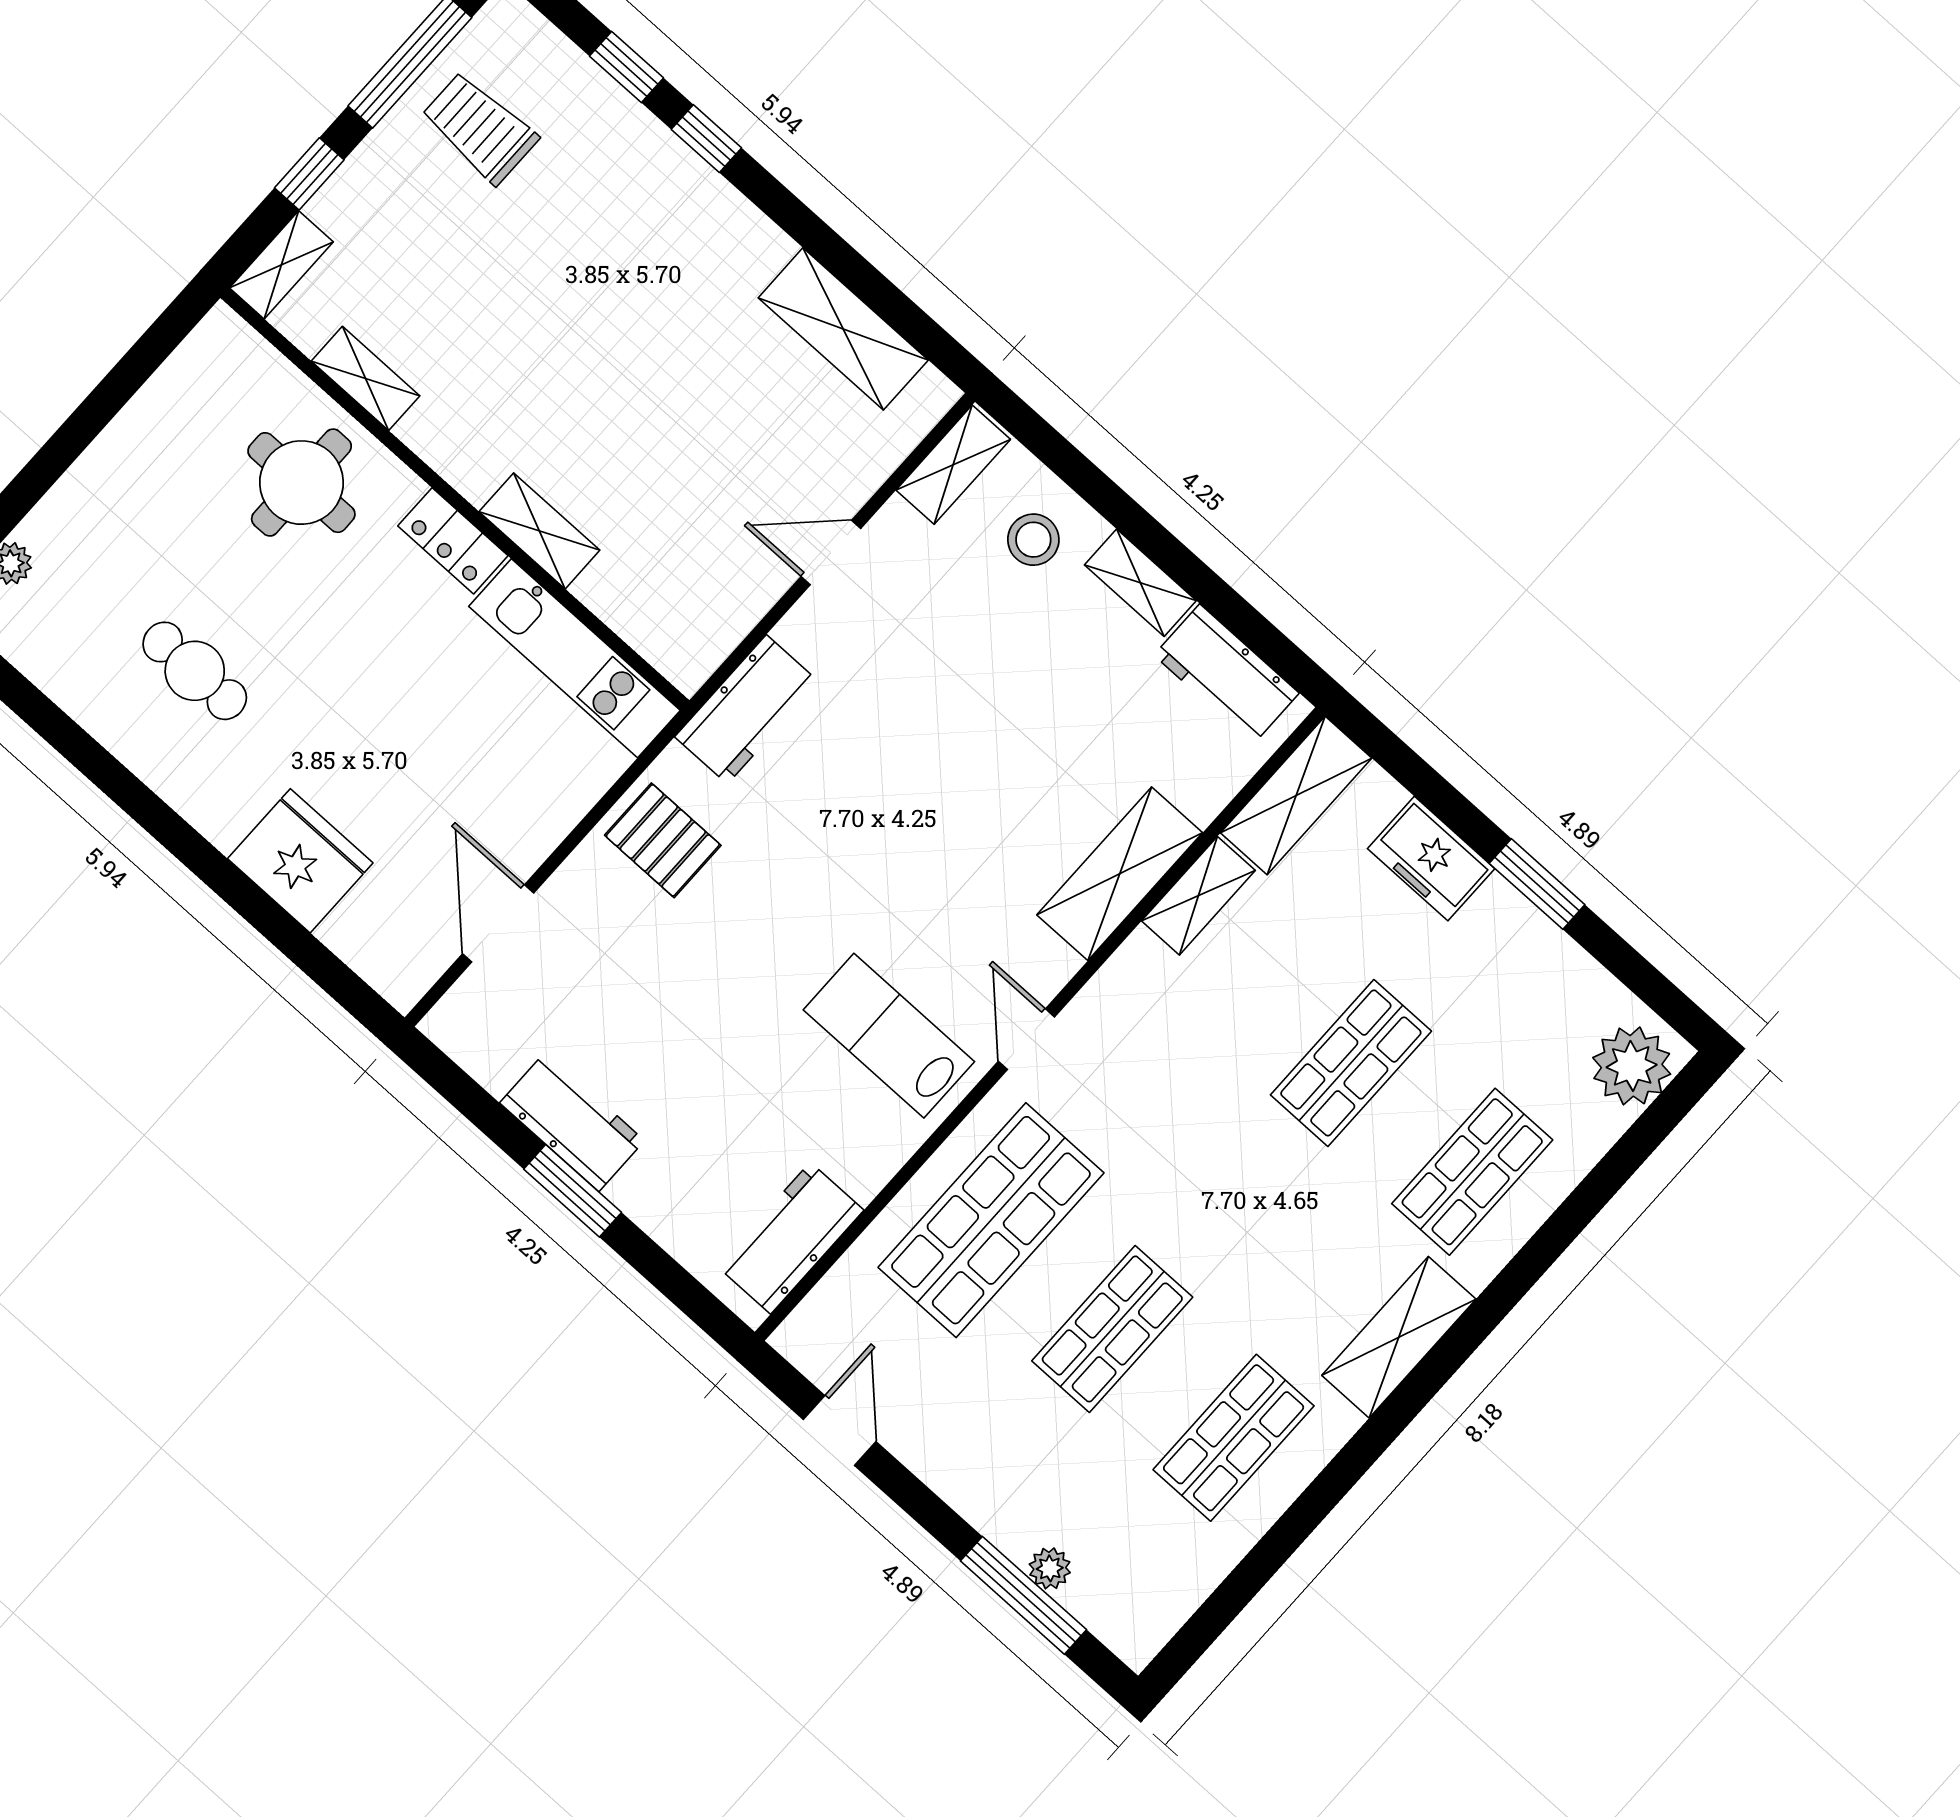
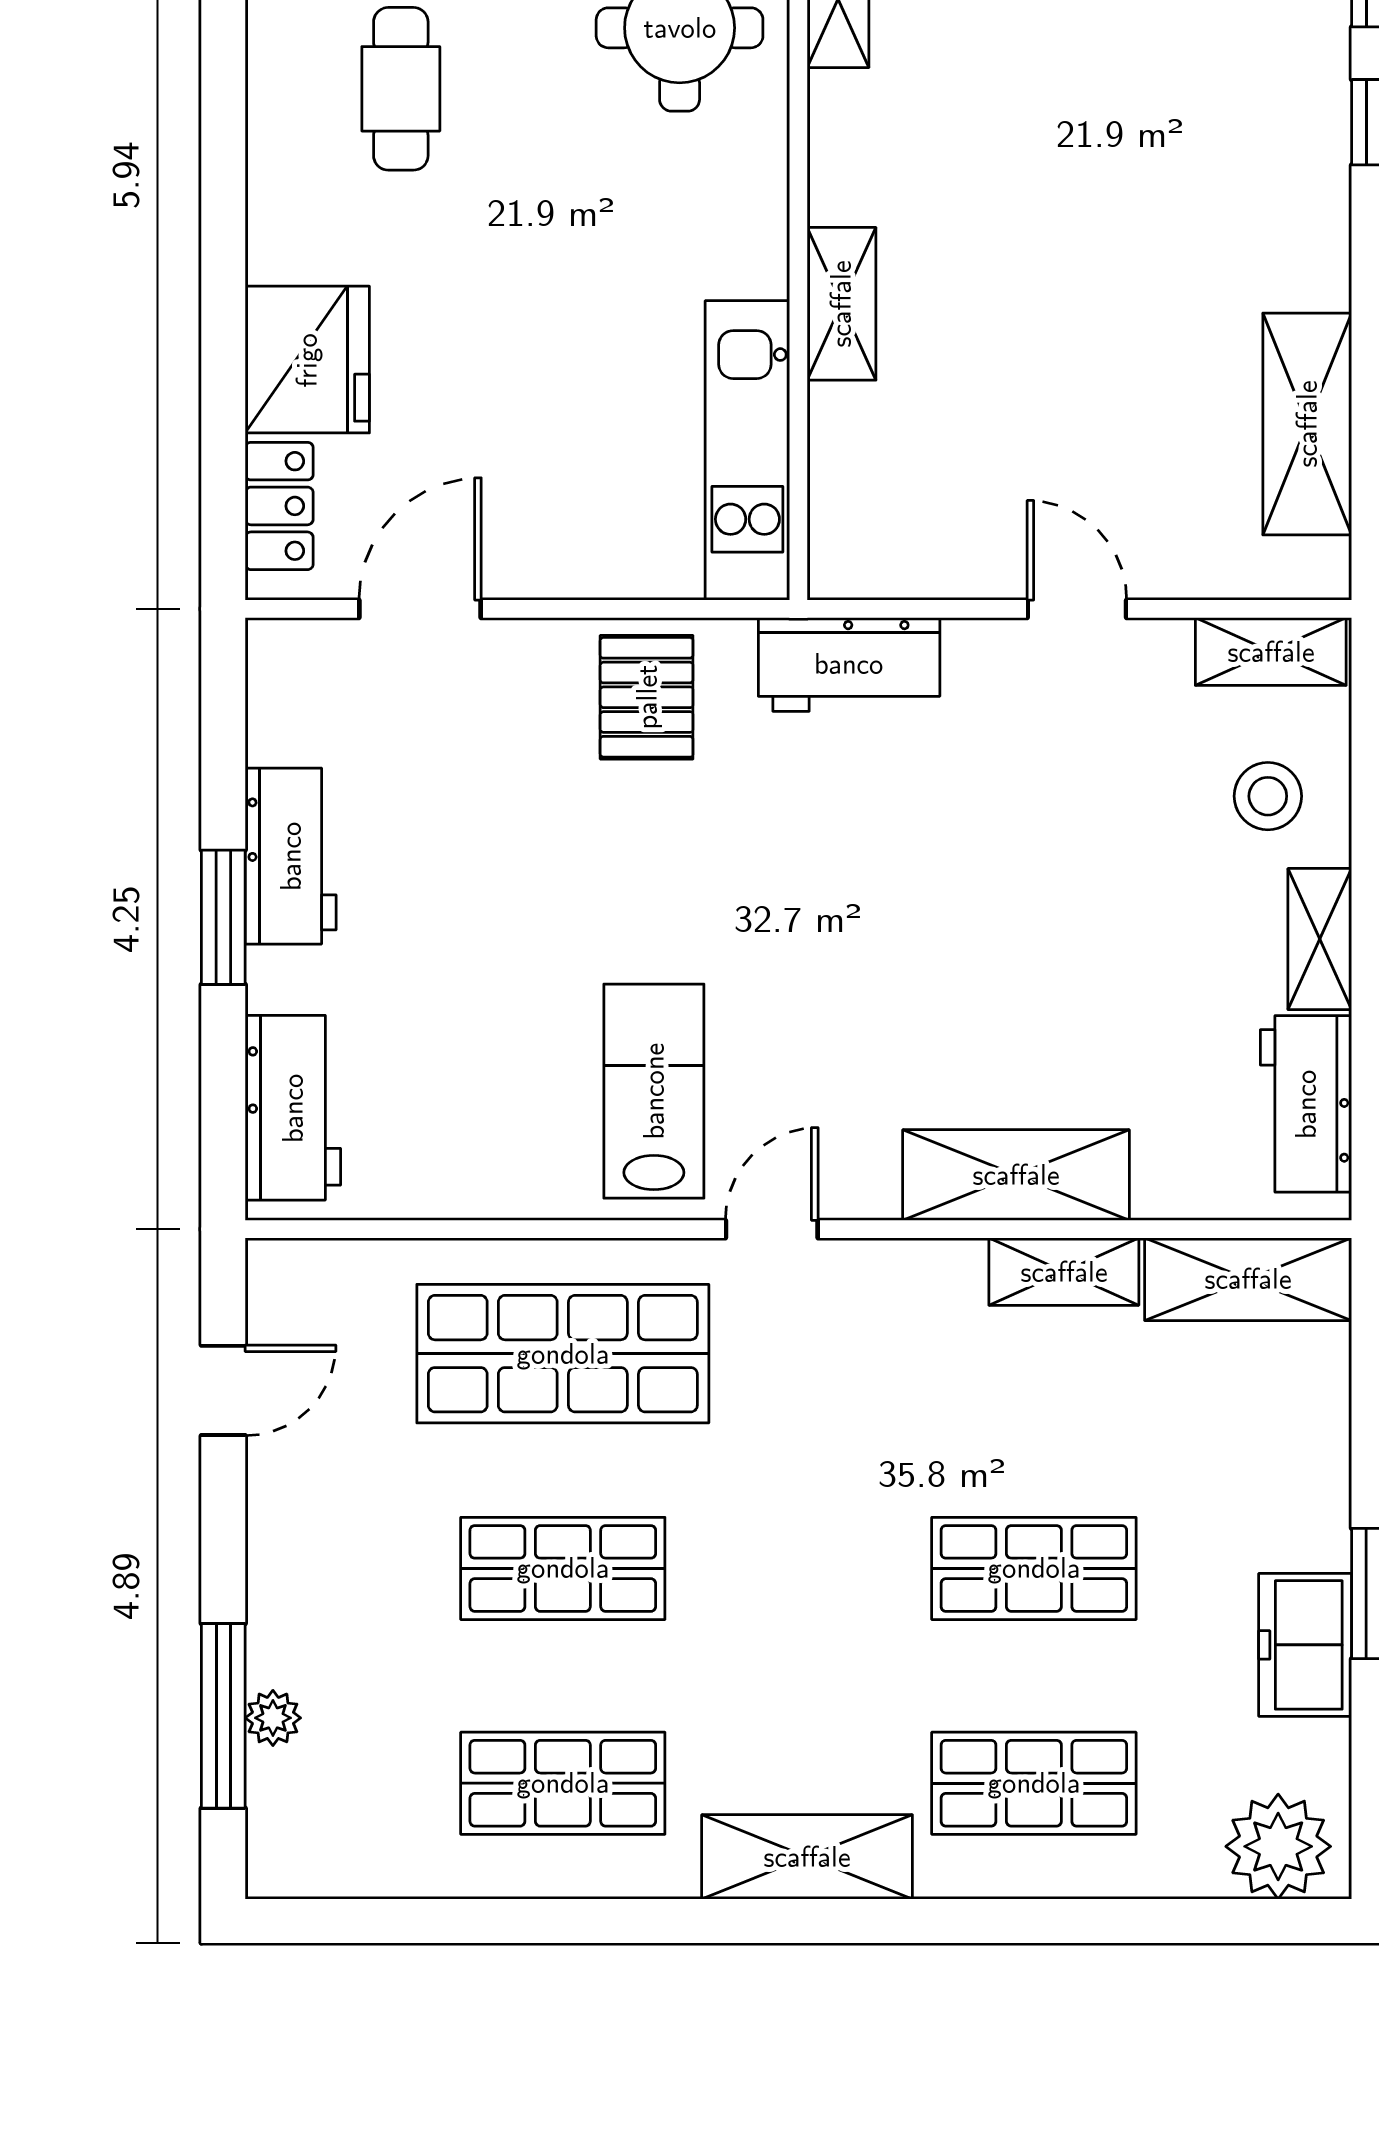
locker: (453, 541) -> (279, 506), moved, turned 180
freezer: (1431, 859) -> (1305, 1645), moved
workbench: (790, 1238) -> (293, 1108), moved, turned 90

